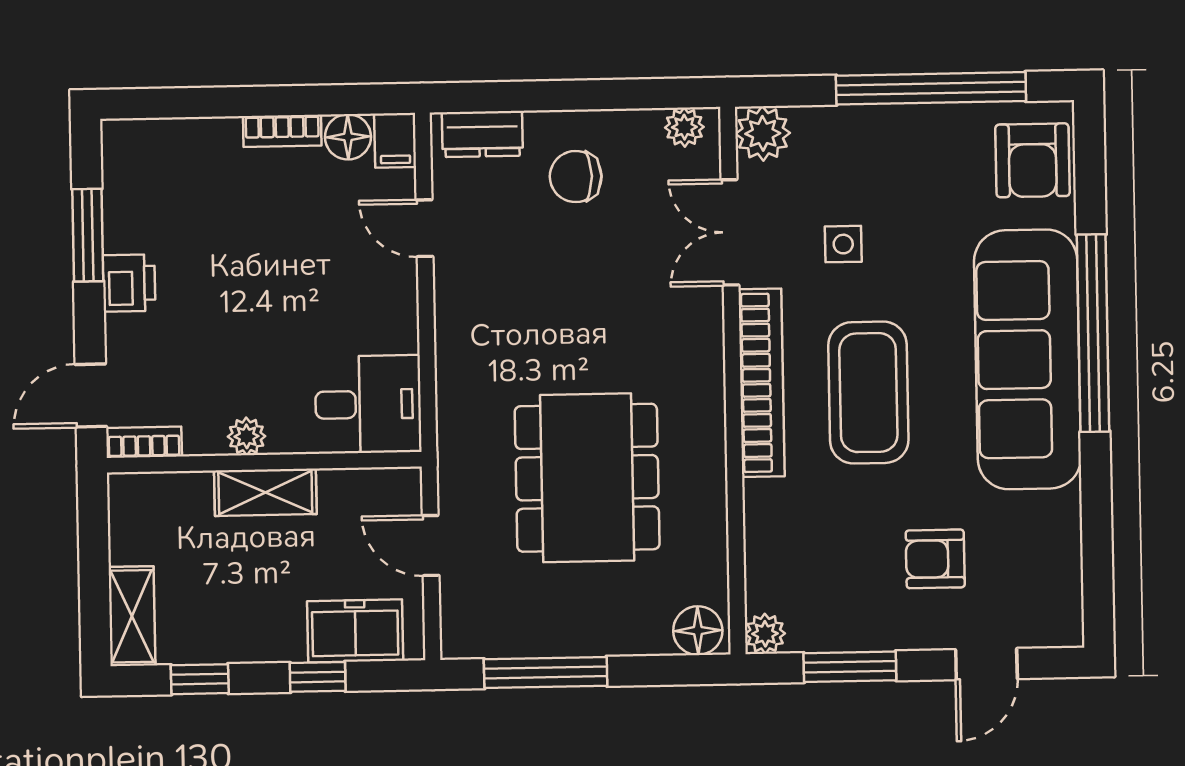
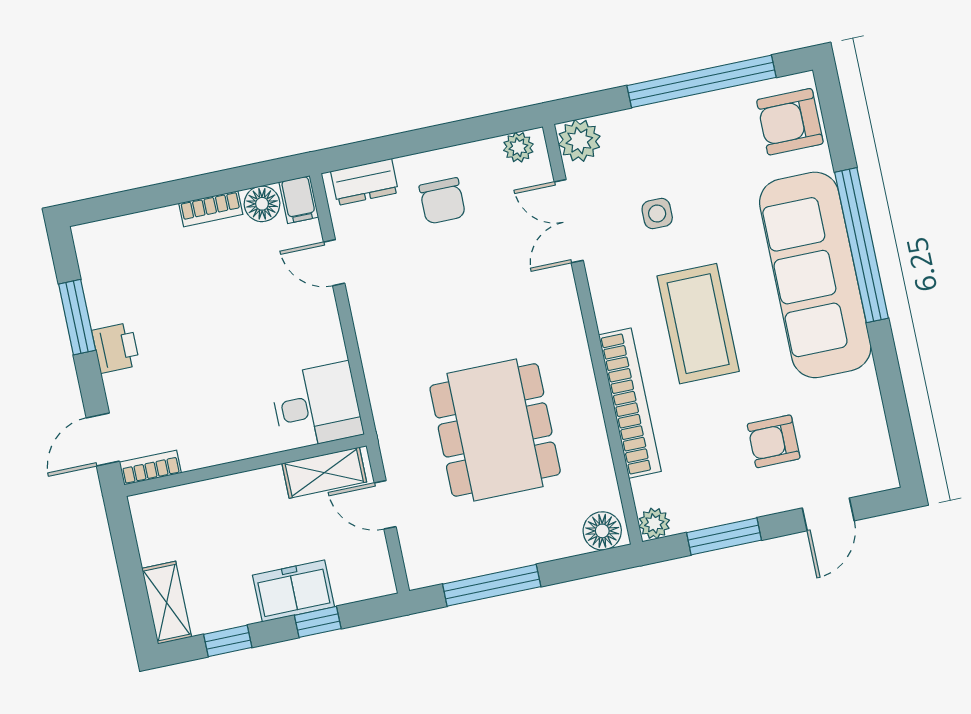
armchair: (1033, 160) -> (790, 122), turned 90
chair: (576, 176) -> (442, 201), turned -90
bookcase: (762, 383) -> (630, 403), moved
plant: (247, 436) -> (228, 448), removed
shelving: (265, 492) -> (324, 473), moved
freezer: (355, 631) -> (294, 591), moved

